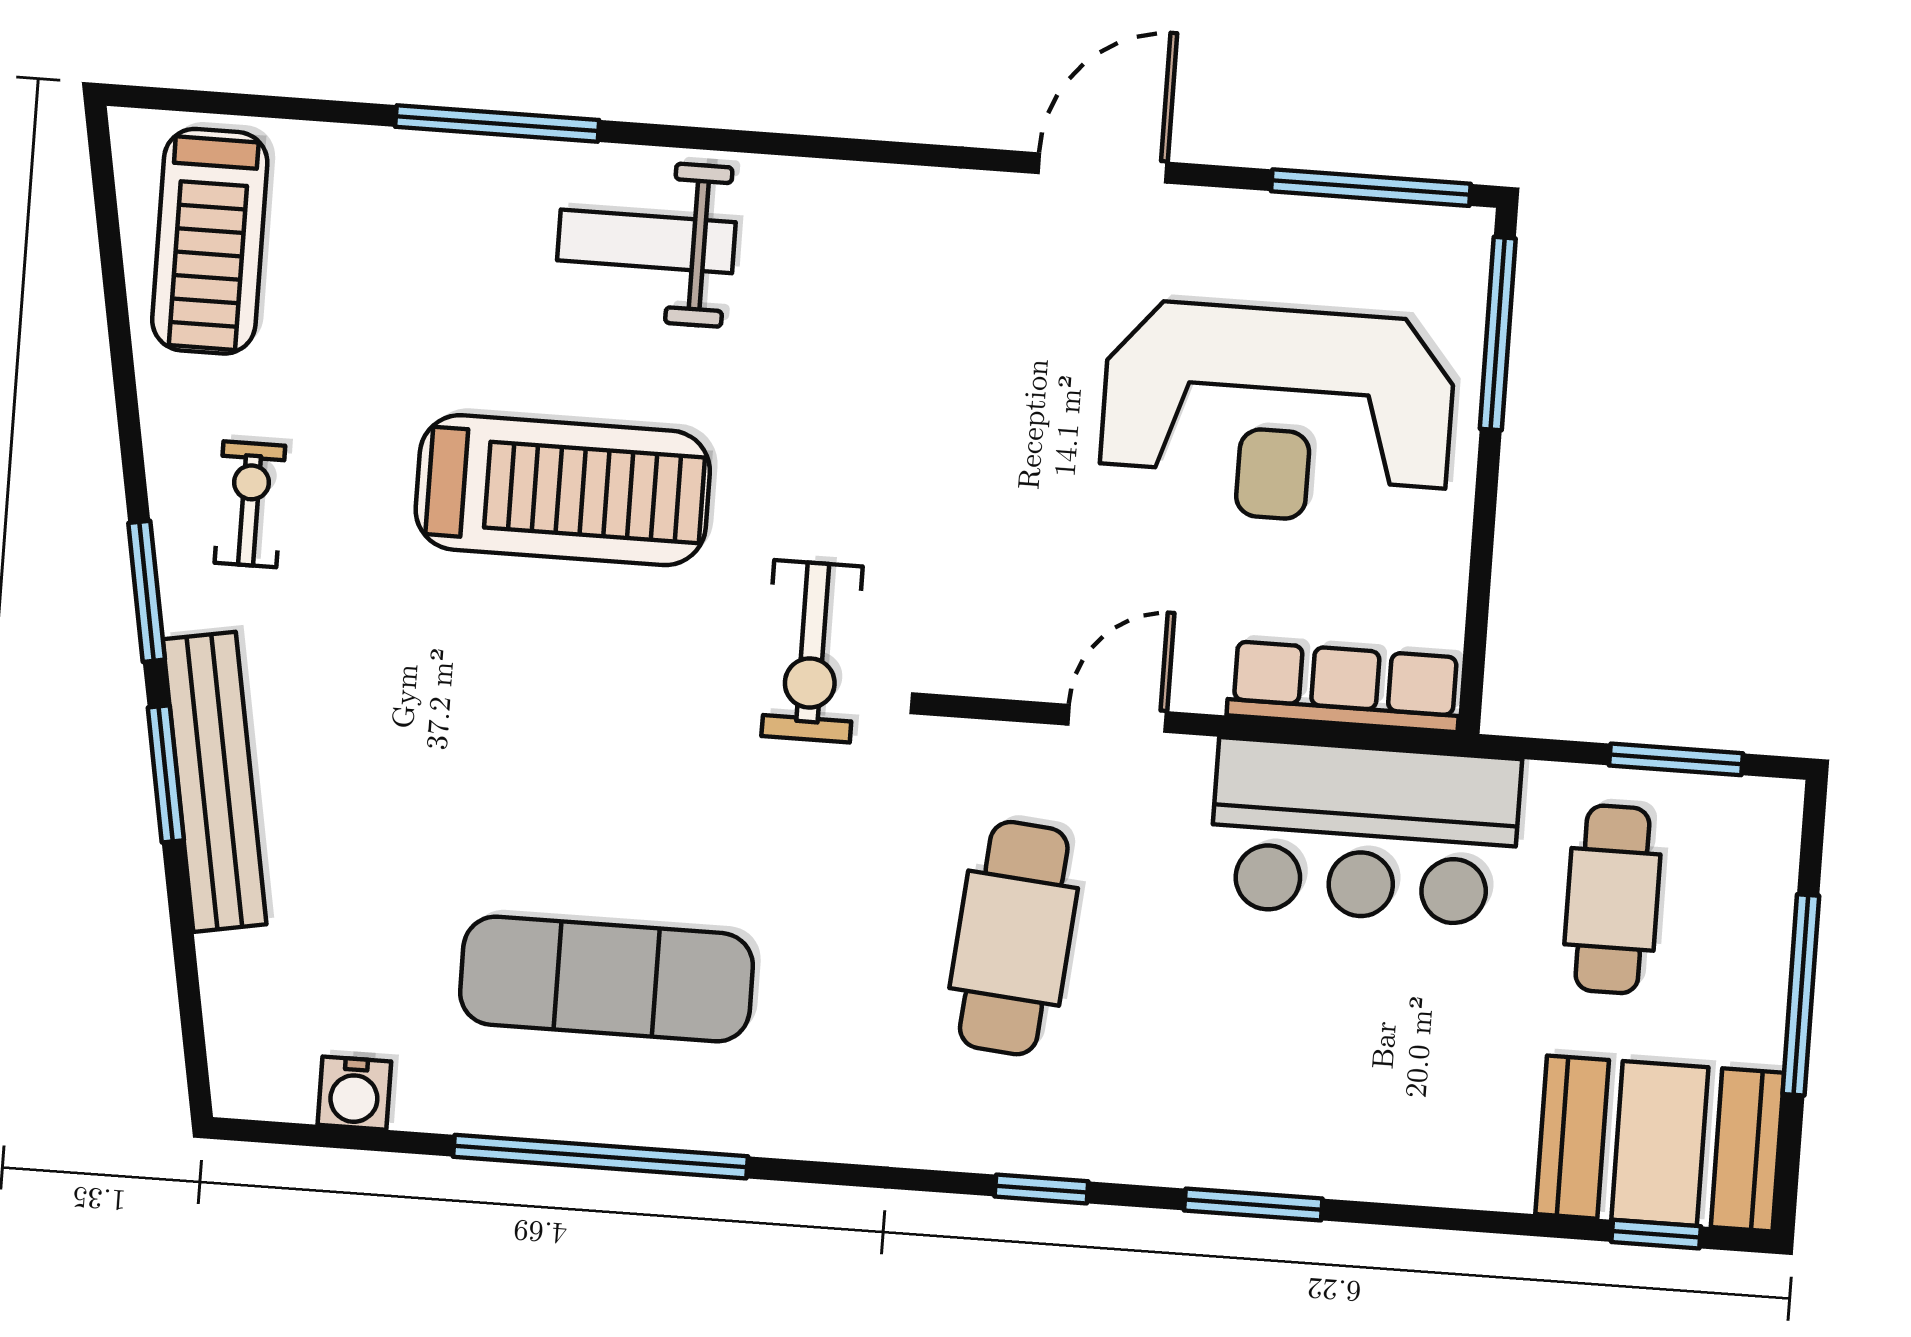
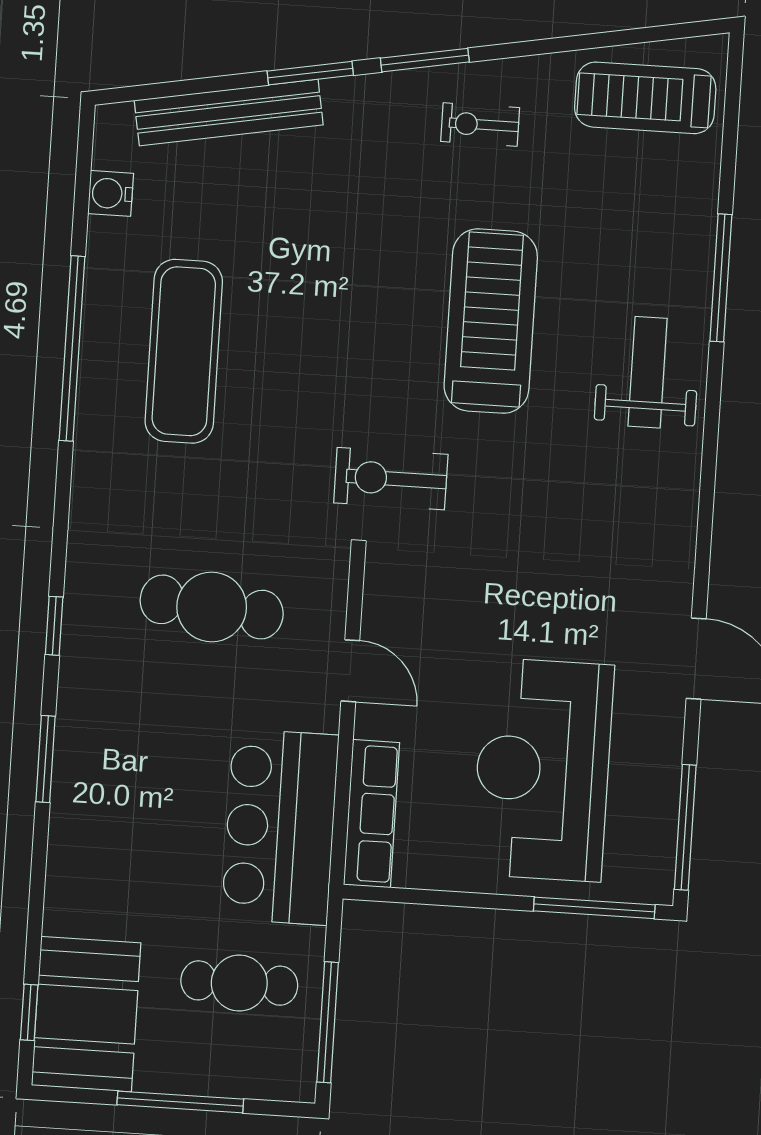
treadmill: (563, 490) -> (491, 321), turned 180
exercise bike: (250, 504) -> (480, 125), turned 180
window: (1676, 759) -> (328, 1022), width x1.44
bench: (214, 782) -> (229, 113), moved

